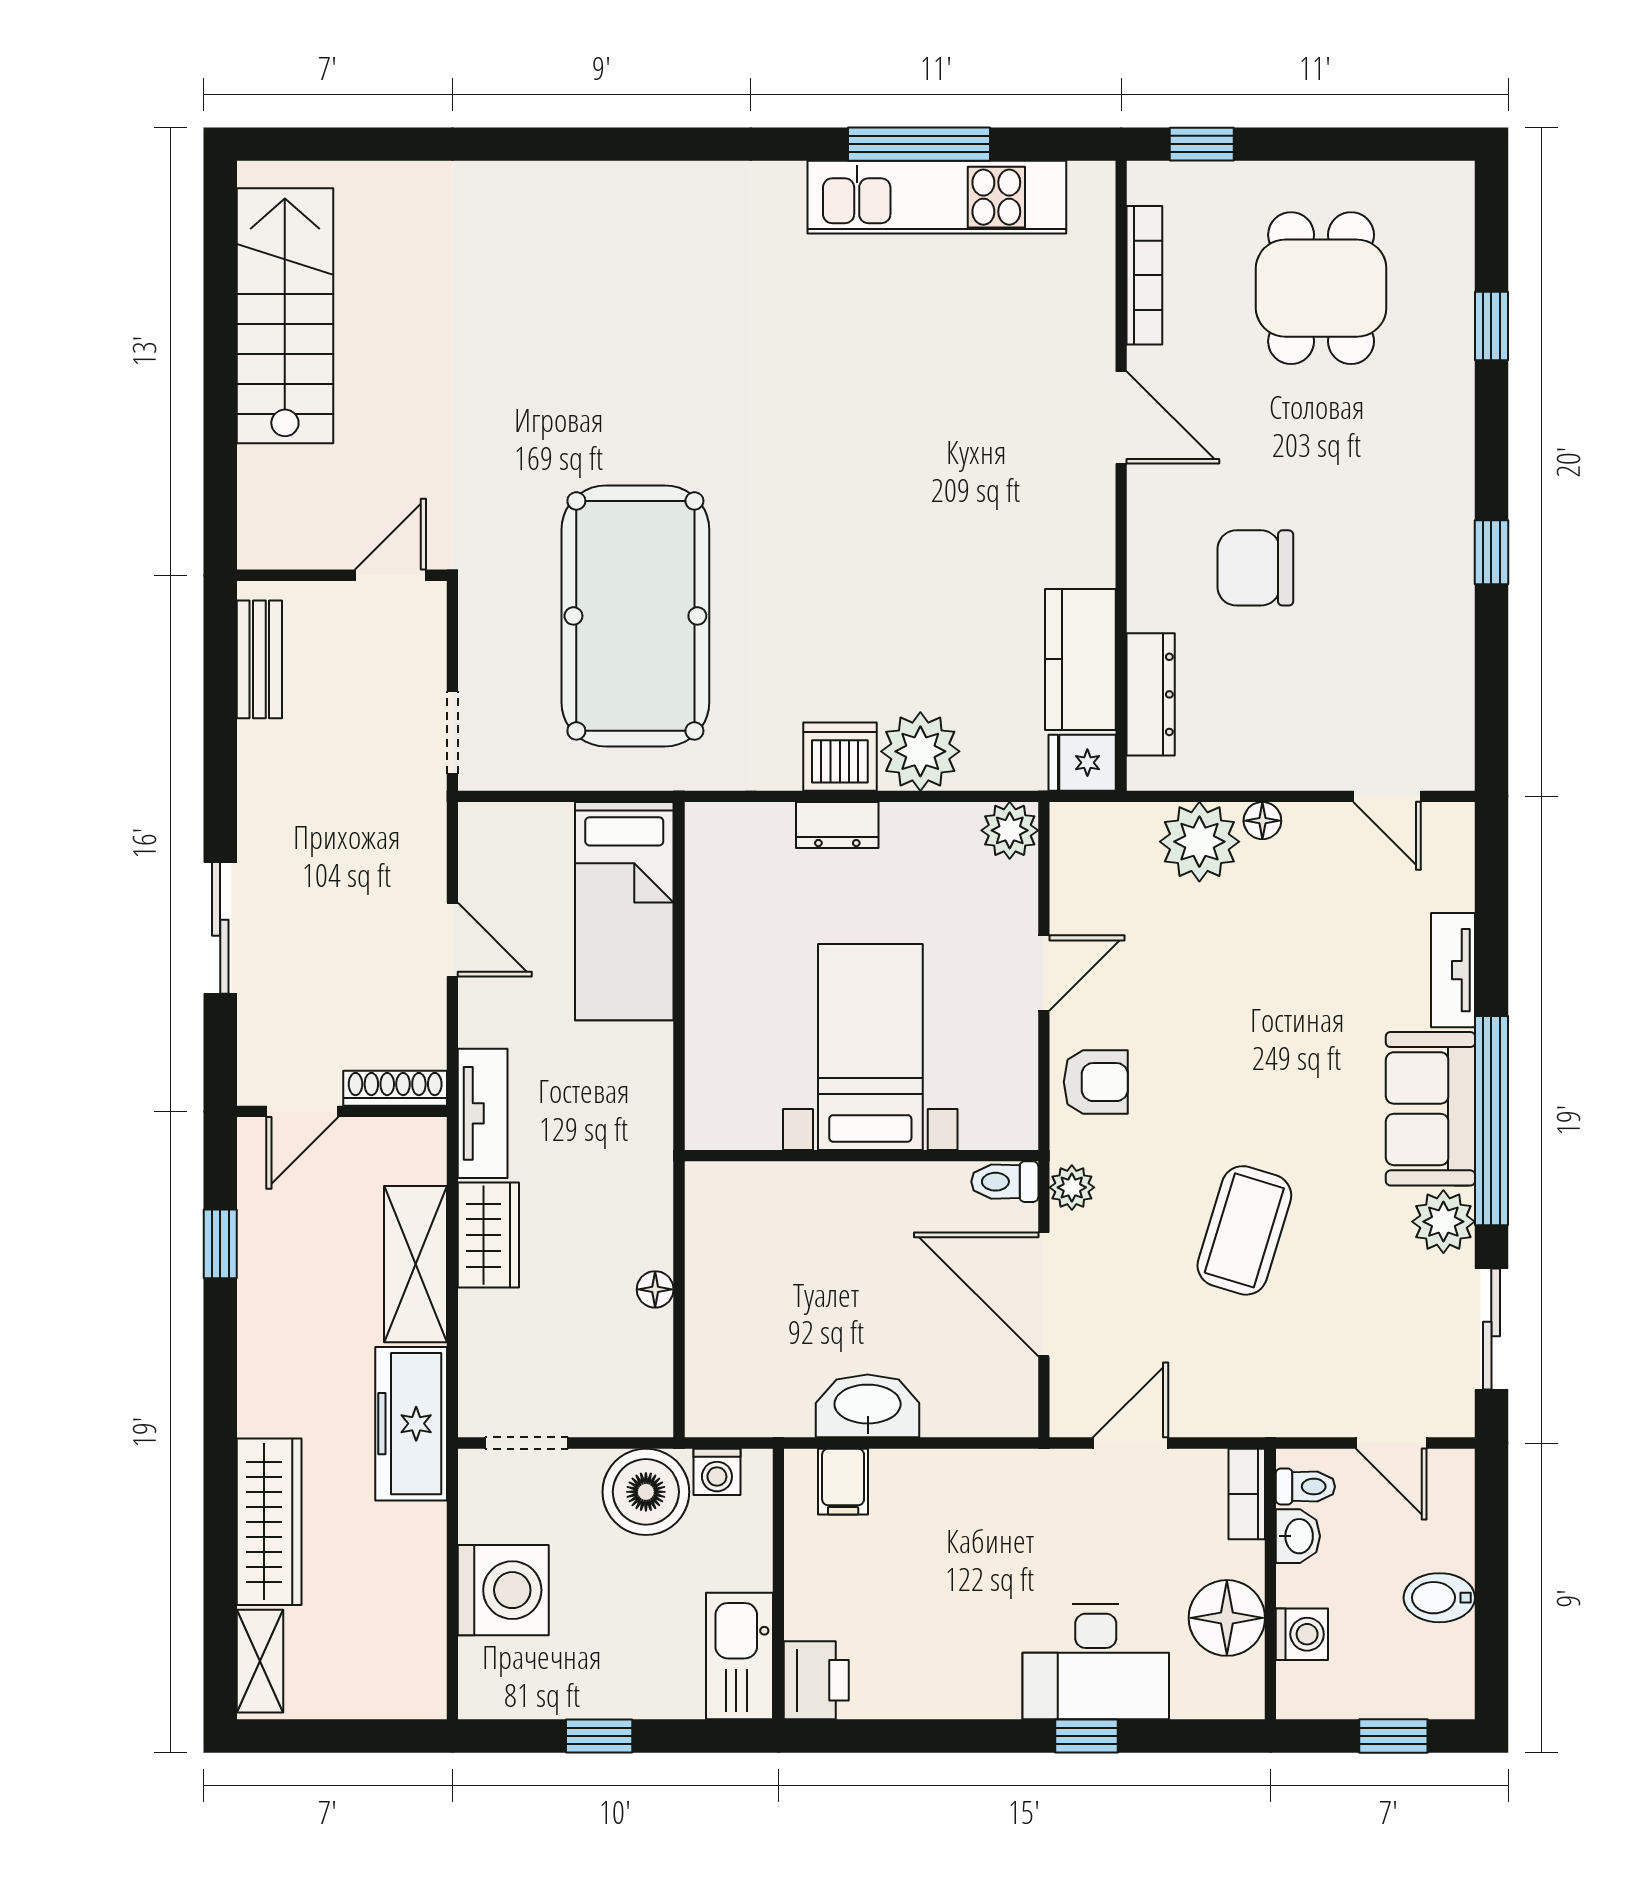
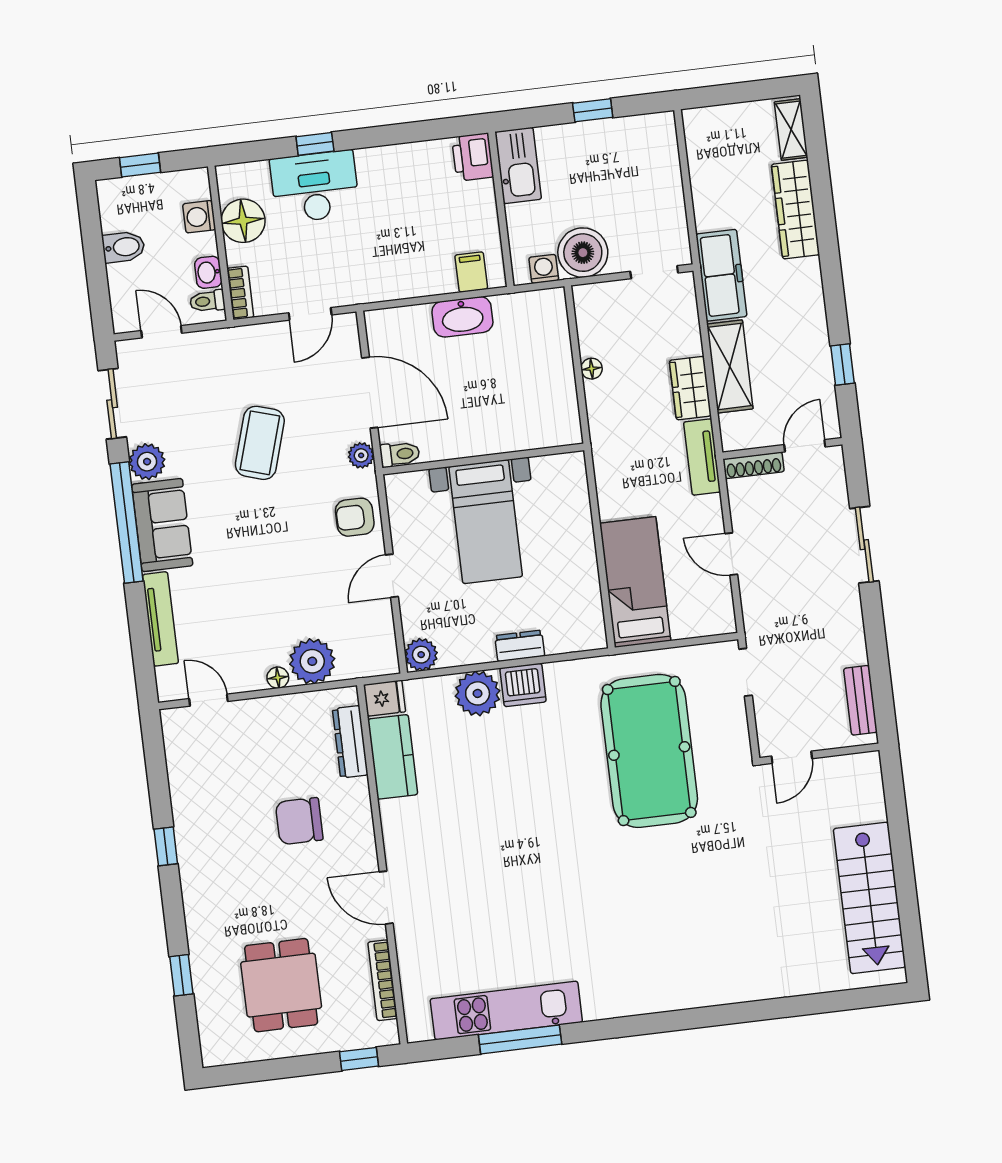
chair: (1255, 568) -> (299, 821), turned 180
tv unit: (1453, 970) -> (160, 619), width x1.41
washing machine: (503, 1590) -> (657, 187), removed

